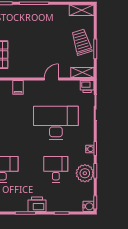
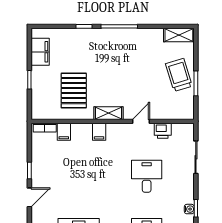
shelving: (82, 73) -> (109, 113), moved
printer: (87, 87) -> (163, 131), moved
desk: (56, 123) -> (147, 176), width x0.53, depth x0.77

